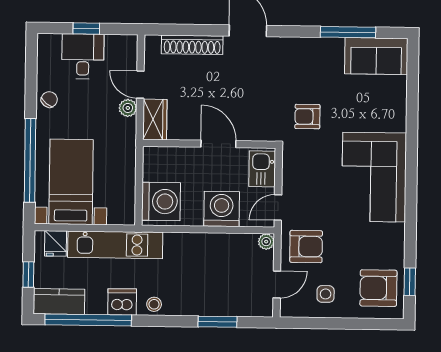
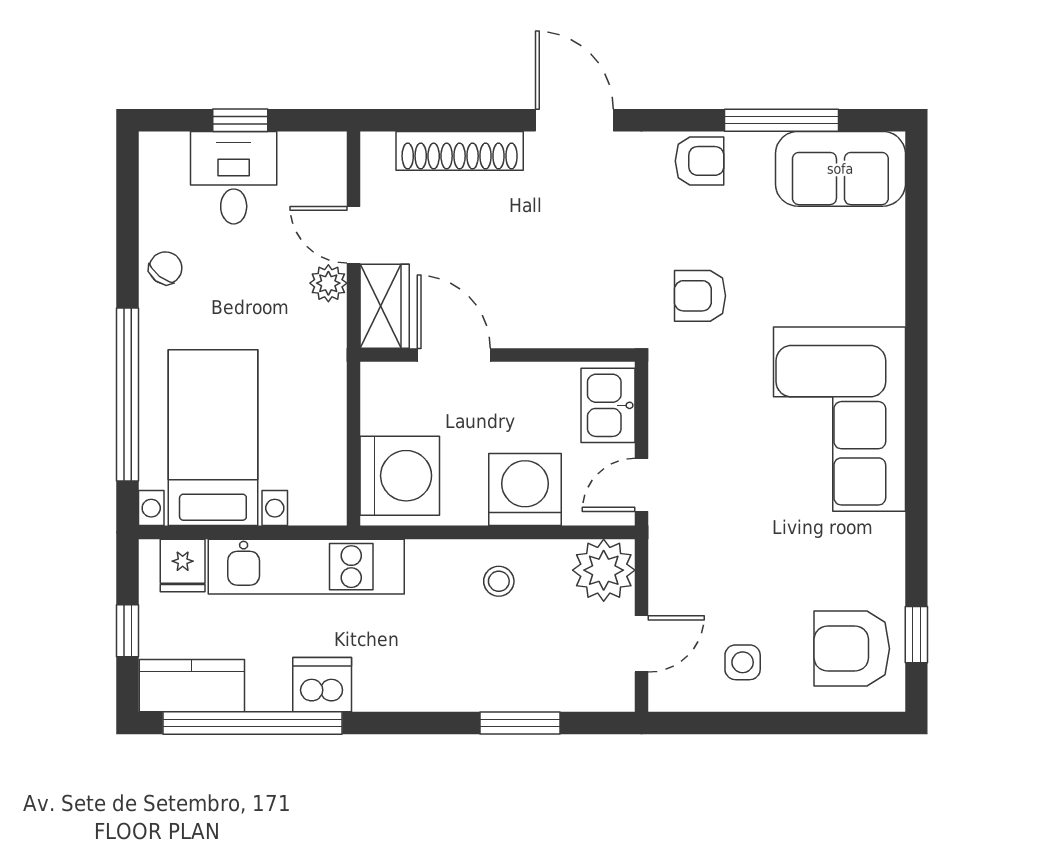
door: (218, 144) -> (454, 355), moved
plant: (266, 242) -> (604, 570), width x1.88, depth x1.88
armchair: (306, 246) -> (700, 161), moved, width x0.72, depth x0.72
stool: (154, 304) -> (499, 581), moved

